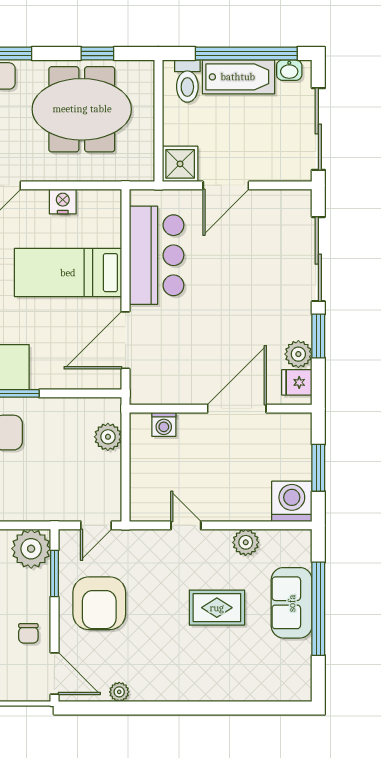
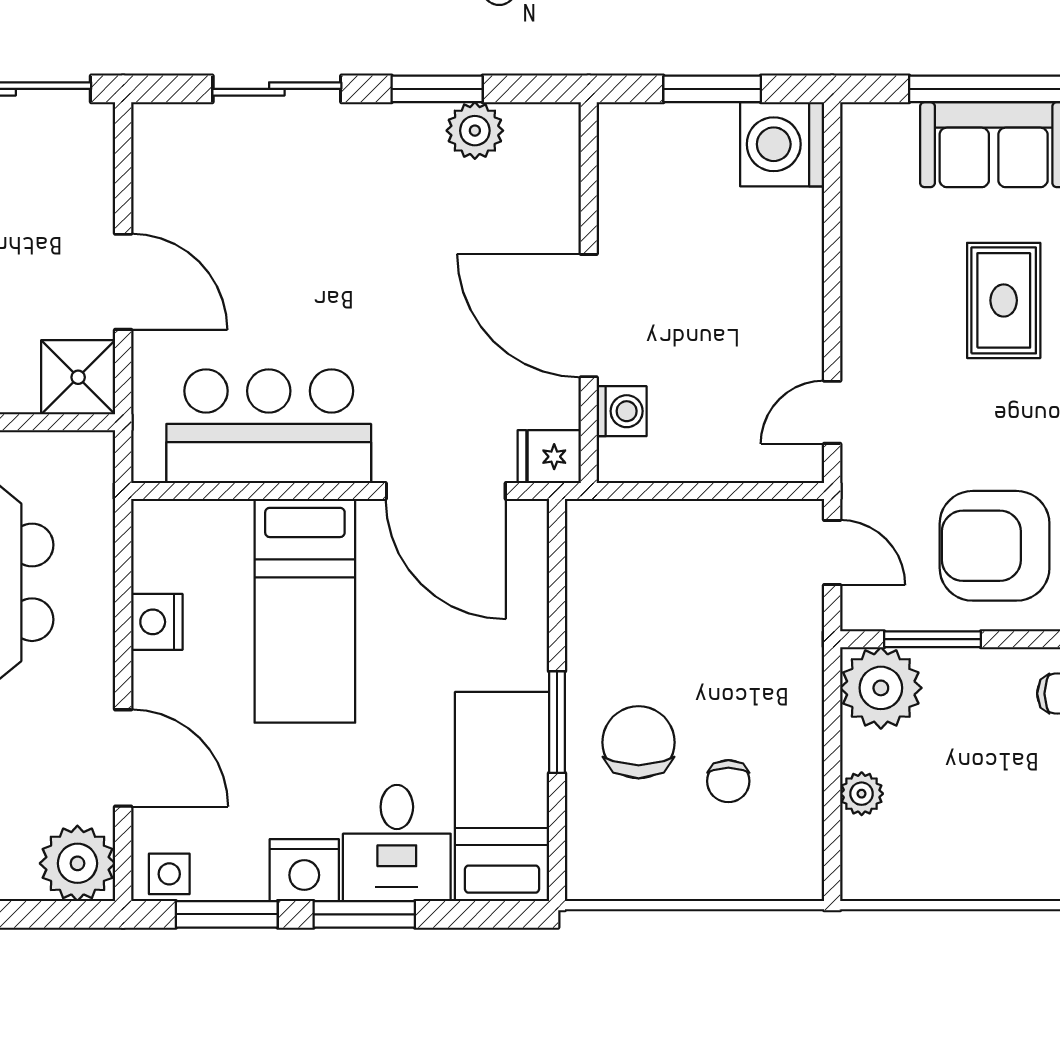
sliding door: (318, 259) -> (277, 89), width x0.73
fridge: (297, 382) -> (549, 457), moved, turned 90
door: (237, 409) -> (589, 316), moved
plant: (108, 437) -> (647, 528), removed
door: (186, 525) -> (832, 412), moved
plant: (246, 542) -> (868, 240), removed
armchair: (99, 603) -> (995, 546), turned 180

